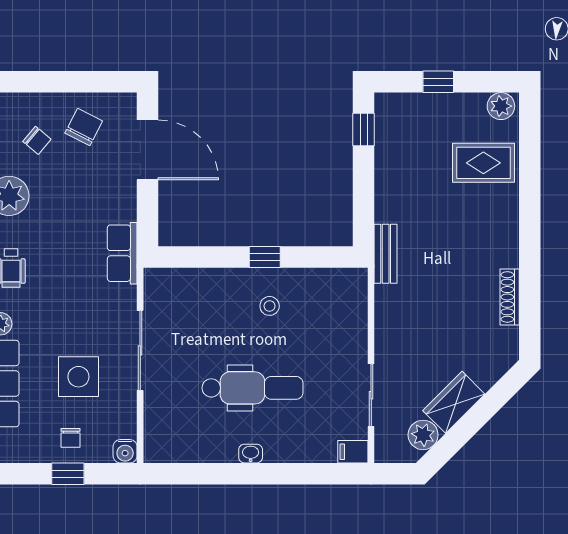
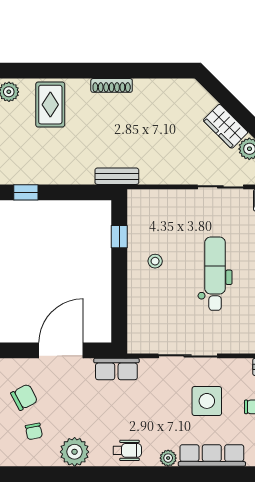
chair: (84, 127) -> (24, 397), turned 125
chair: (37, 140) -> (34, 431), turned 129
door: (147, 150) -> (61, 350), moved
window: (265, 257) -> (119, 237), moved
shoe rack: (510, 297) -> (112, 85), moved

